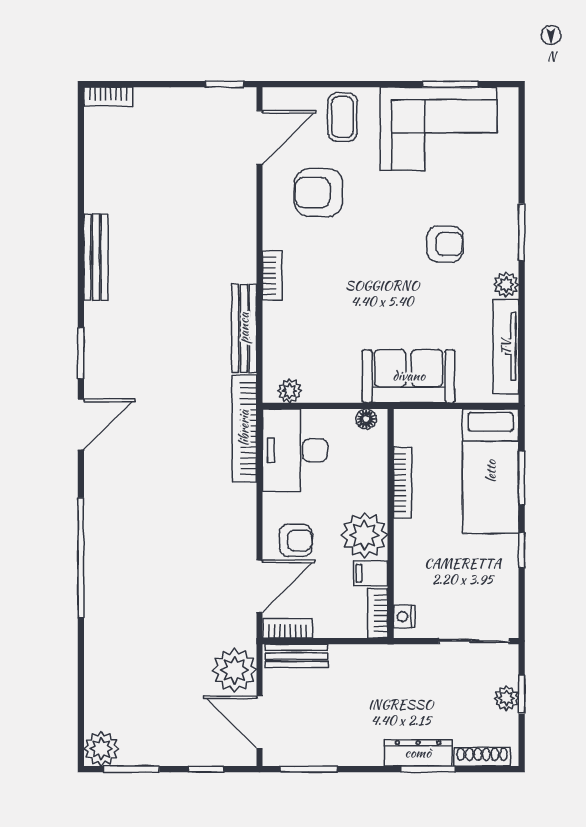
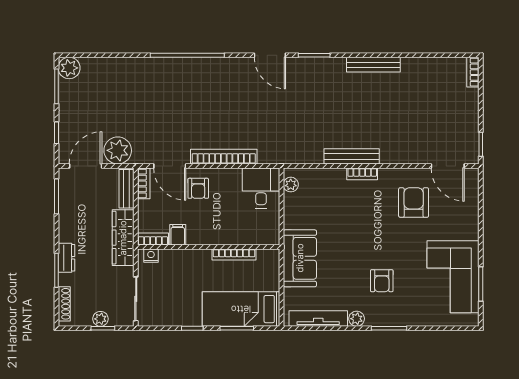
coffee table: (343, 117) -> (460, 217), removed
bench: (244, 328) -> (352, 156), moved
floor lamp: (366, 419) -> (273, 232), removed
bookcase: (244, 428) -> (224, 157), moved
desk: (295, 450) -> (261, 188), width x0.73
plant: (364, 535) -> (201, 231), removed
wardrobe: (375, 662) -> (123, 238), added
dresser: (418, 753) -> (66, 258), width x0.70

